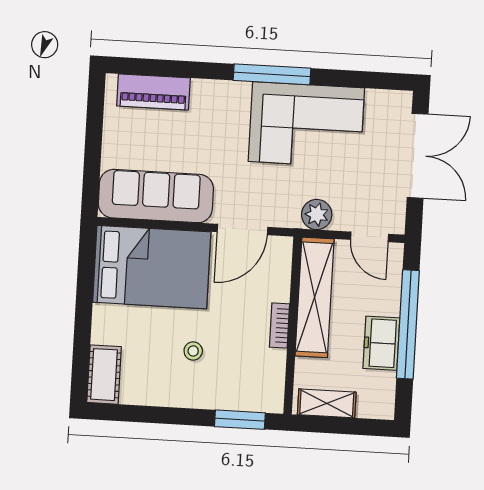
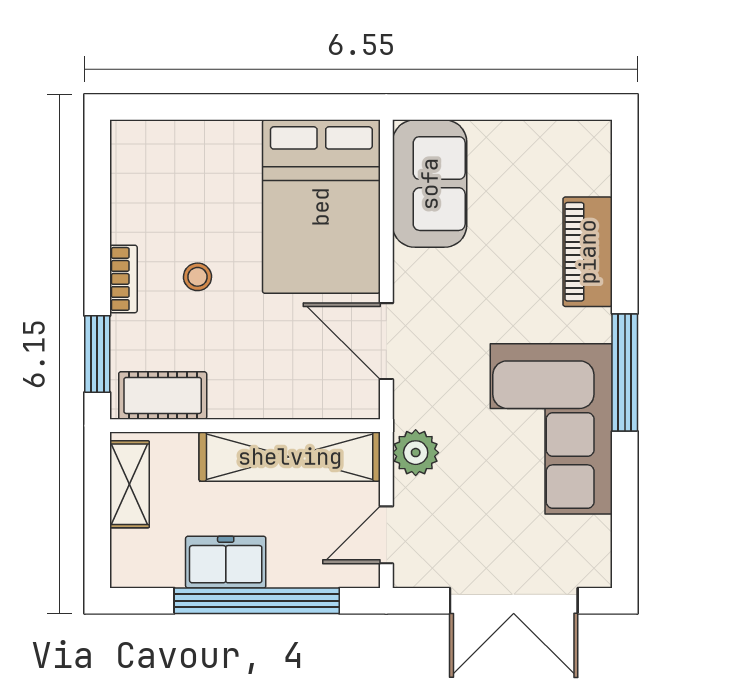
piano: (153, 92) -> (588, 252), moved
sofa: (156, 196) -> (430, 184), width x0.73
bookcase: (279, 326) -> (123, 279), moved, turned 90
cot: (104, 375) -> (163, 395), moved

